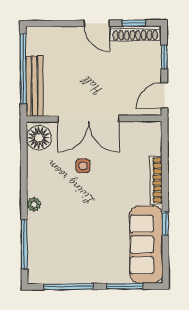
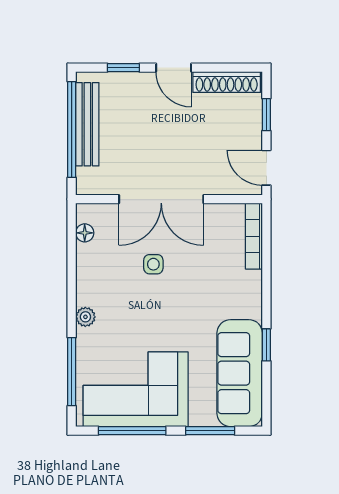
window: (134, 23) -> (123, 68), moved
bench: (35, 86) -> (87, 124), moved
door: (164, 95) -> (266, 168), hinge flipped
floor lamp: (39, 138) -> (85, 233), width x0.53, depth x0.53
bookcase: (156, 180) -> (254, 236), moved
corner sofa: (71, 257) -> (136, 389), added

